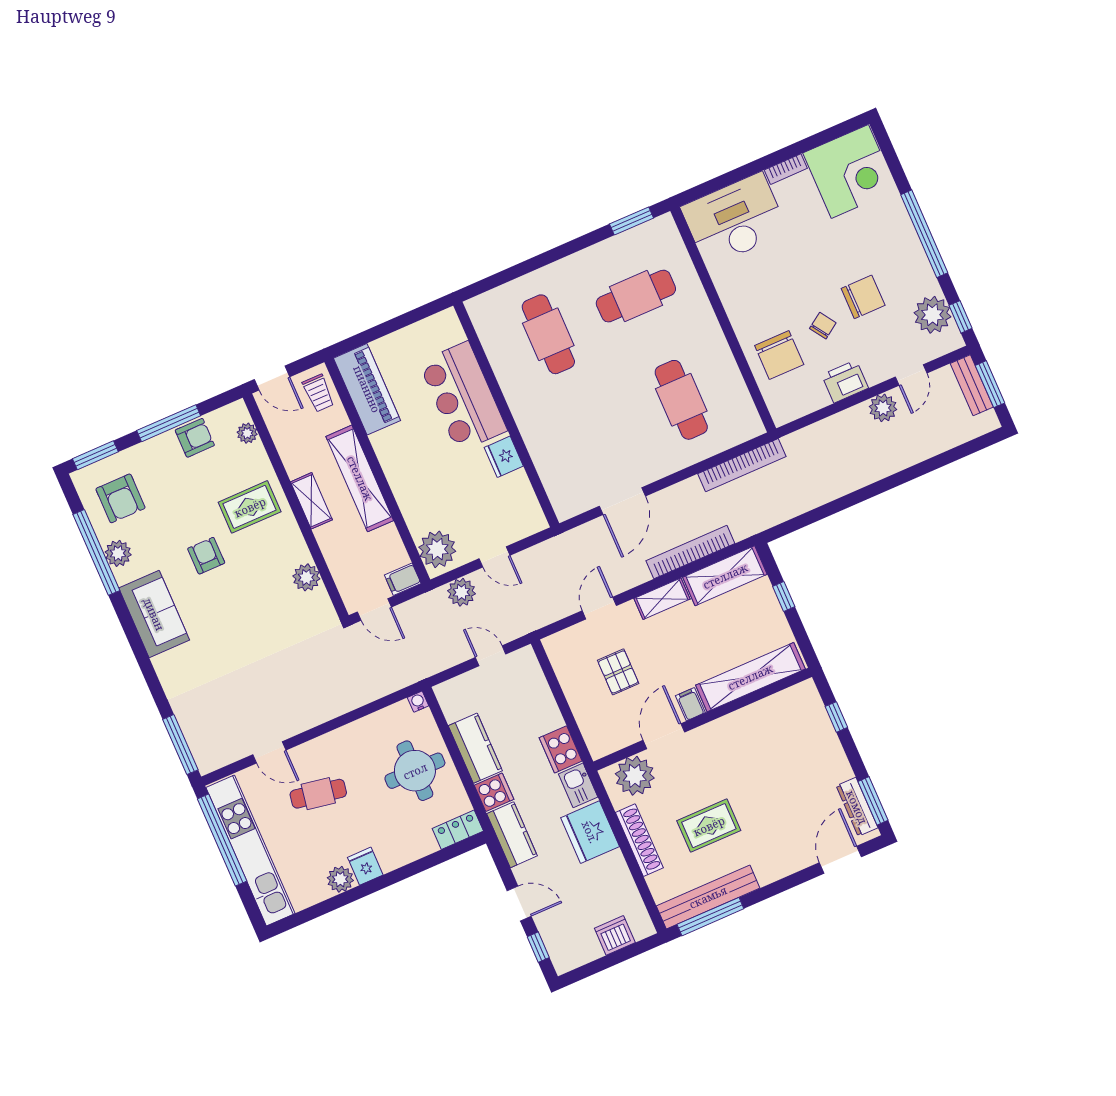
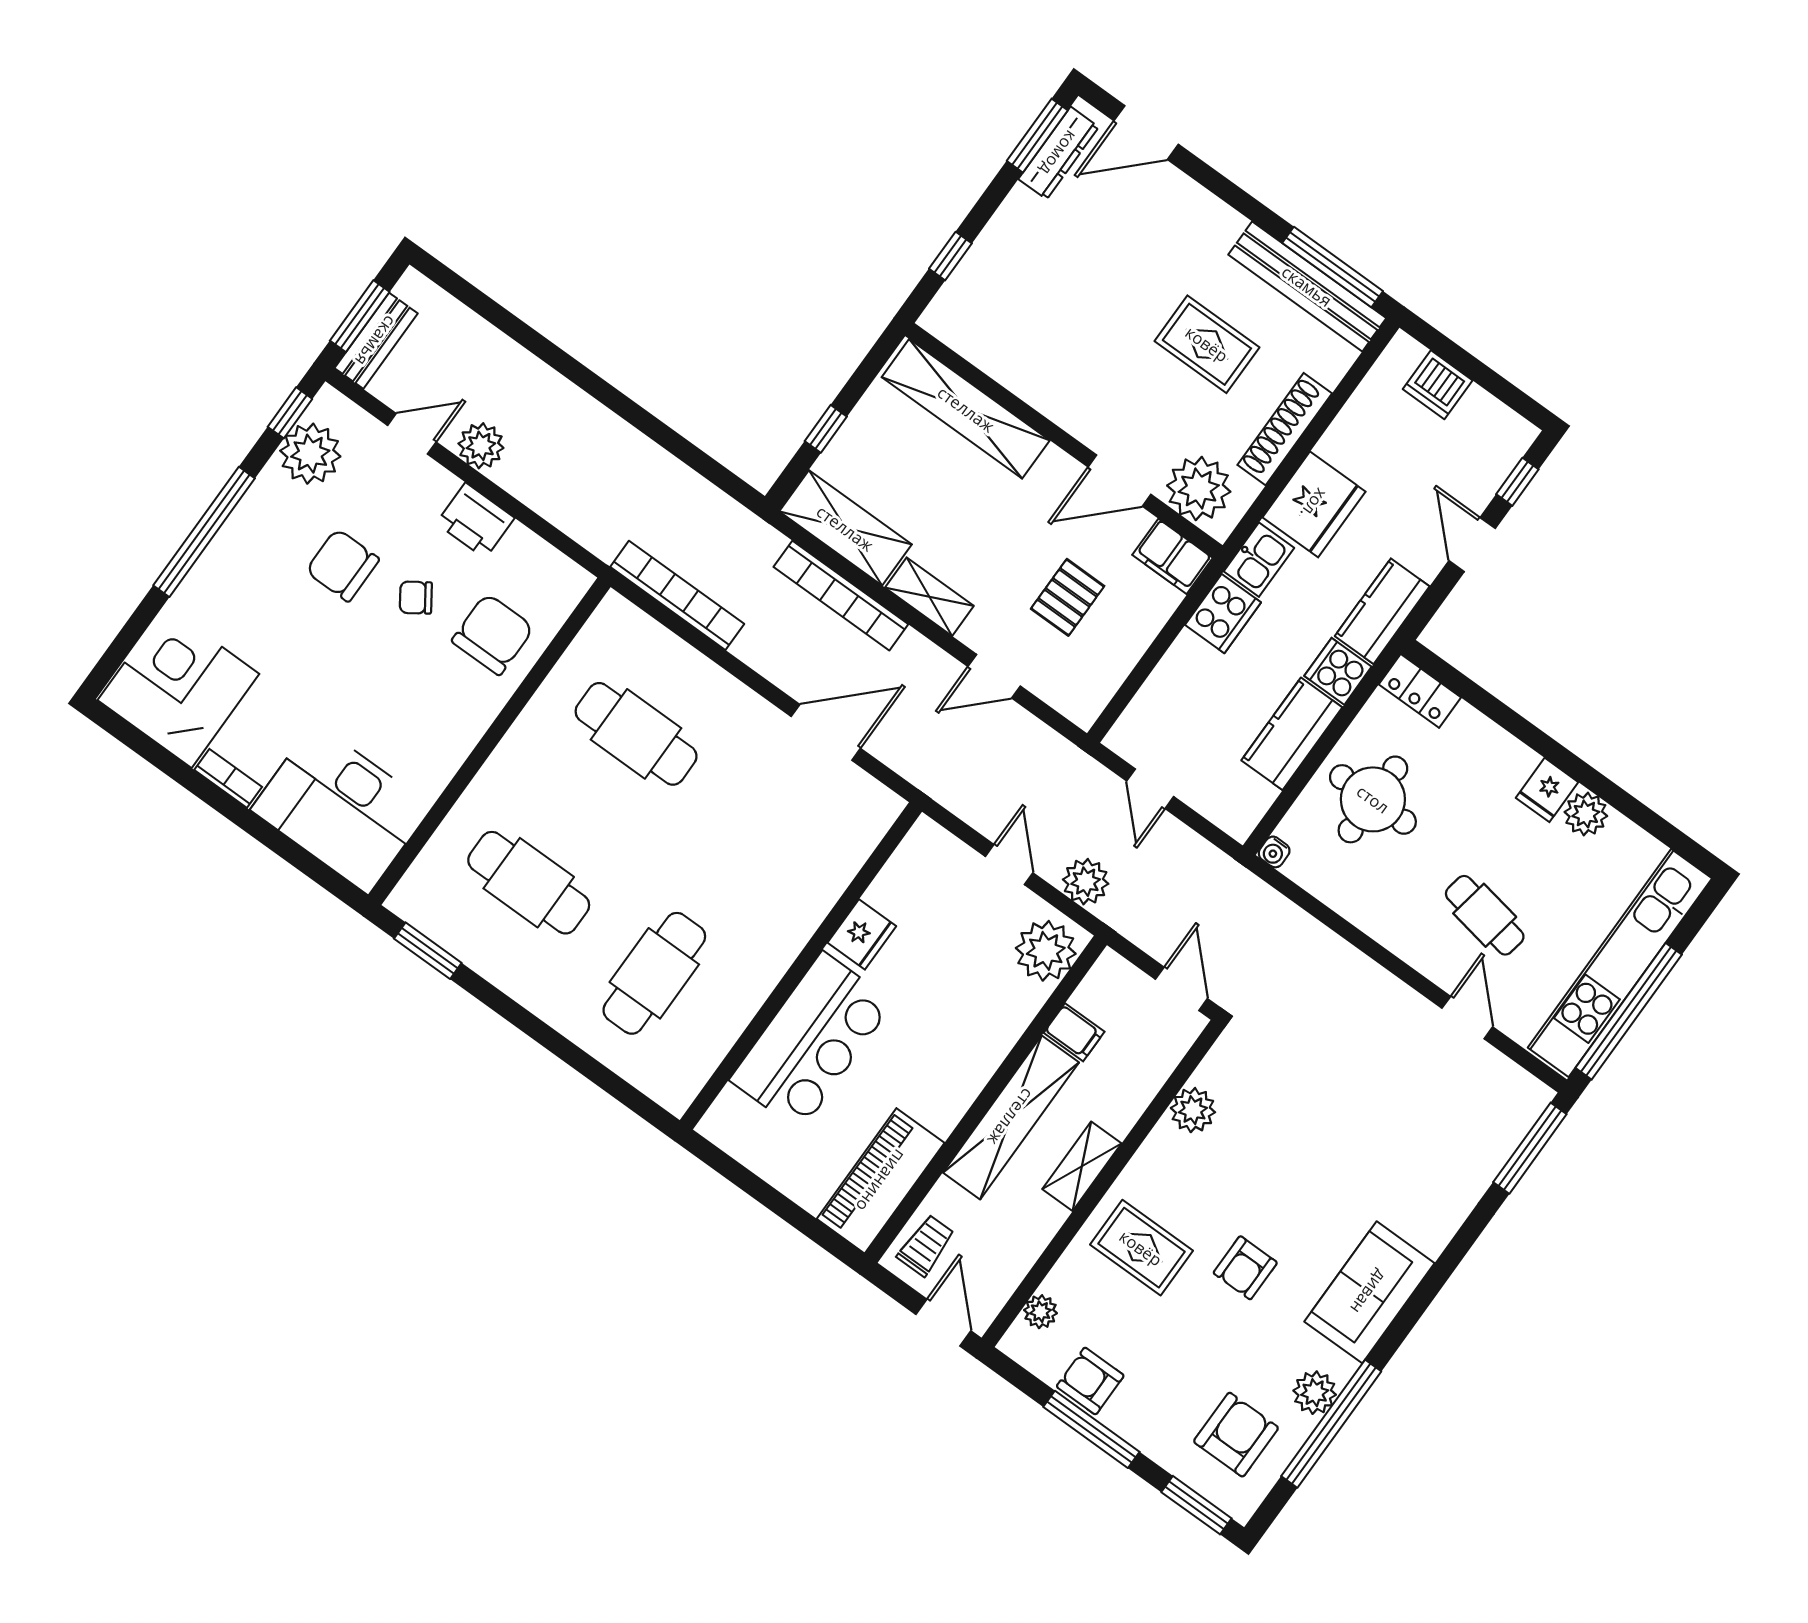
cafe table: (681, 400) -> (636, 734), turned 90
filing cabinet: (403, 579) -> (1074, 1032), moved
filing cabinet: (690, 704) -> (1172, 556), moved, width x2.00

